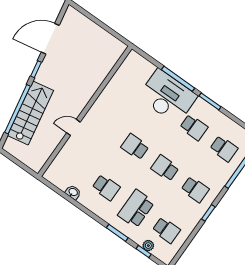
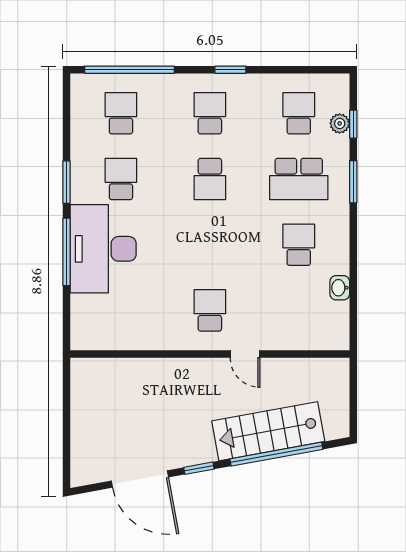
school desk: (135, 147) -> (210, 310), moved, turned 180

